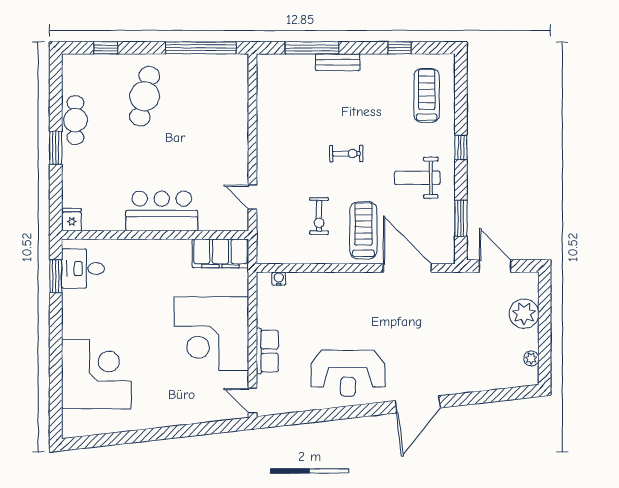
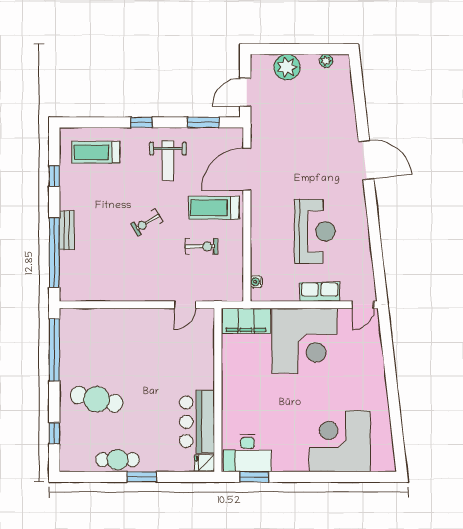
window: (312, 48) -> (54, 253), width x1.46
exercise bike: (346, 154) -> (147, 223), turned -121
bar counter: (162, 211) -> (197, 422), moved
filing cabinet: (220, 253) -> (246, 321), moved, turned 90
desk: (83, 269) -> (247, 453), width x1.37
reception desk: (348, 373) -> (315, 231), moved

